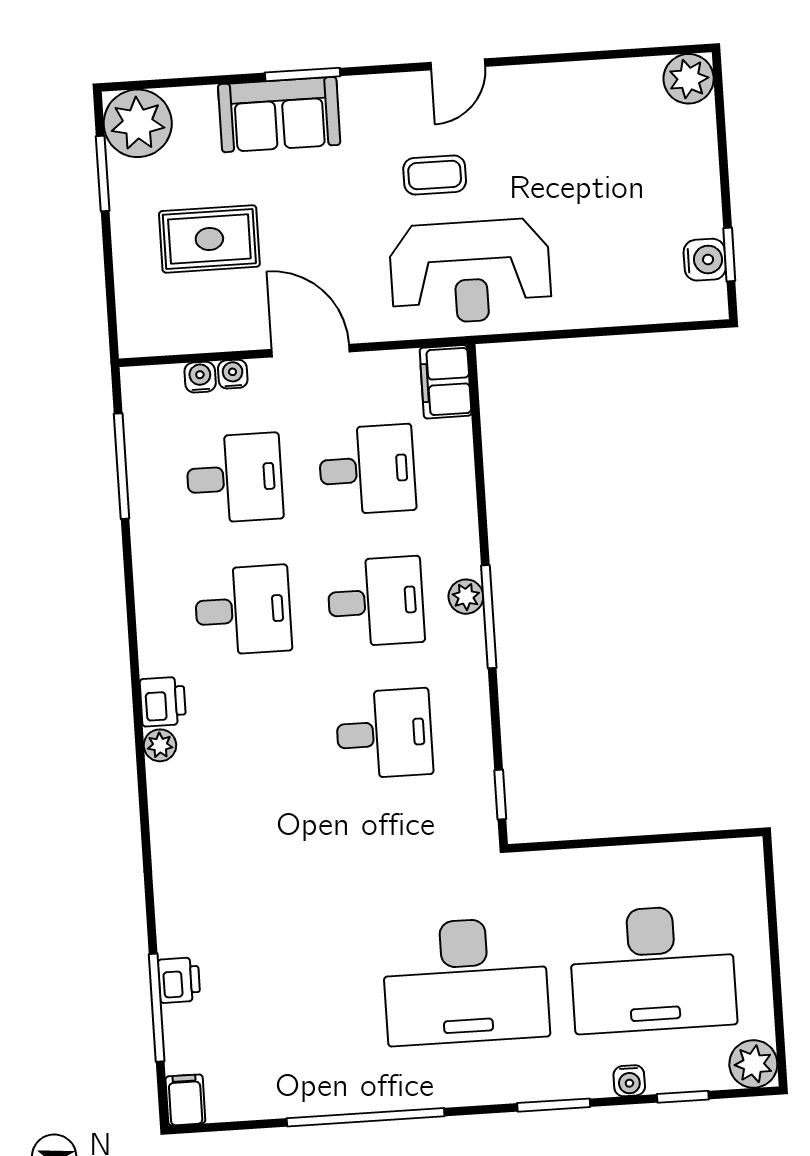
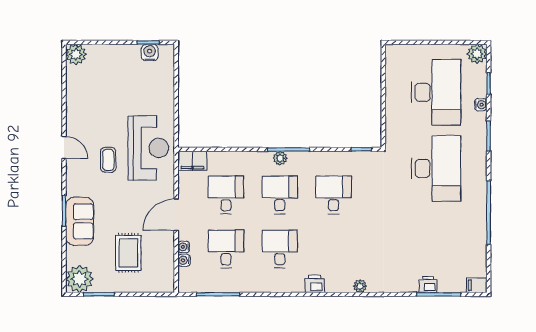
plant: (160, 745) -> (360, 286), moved

